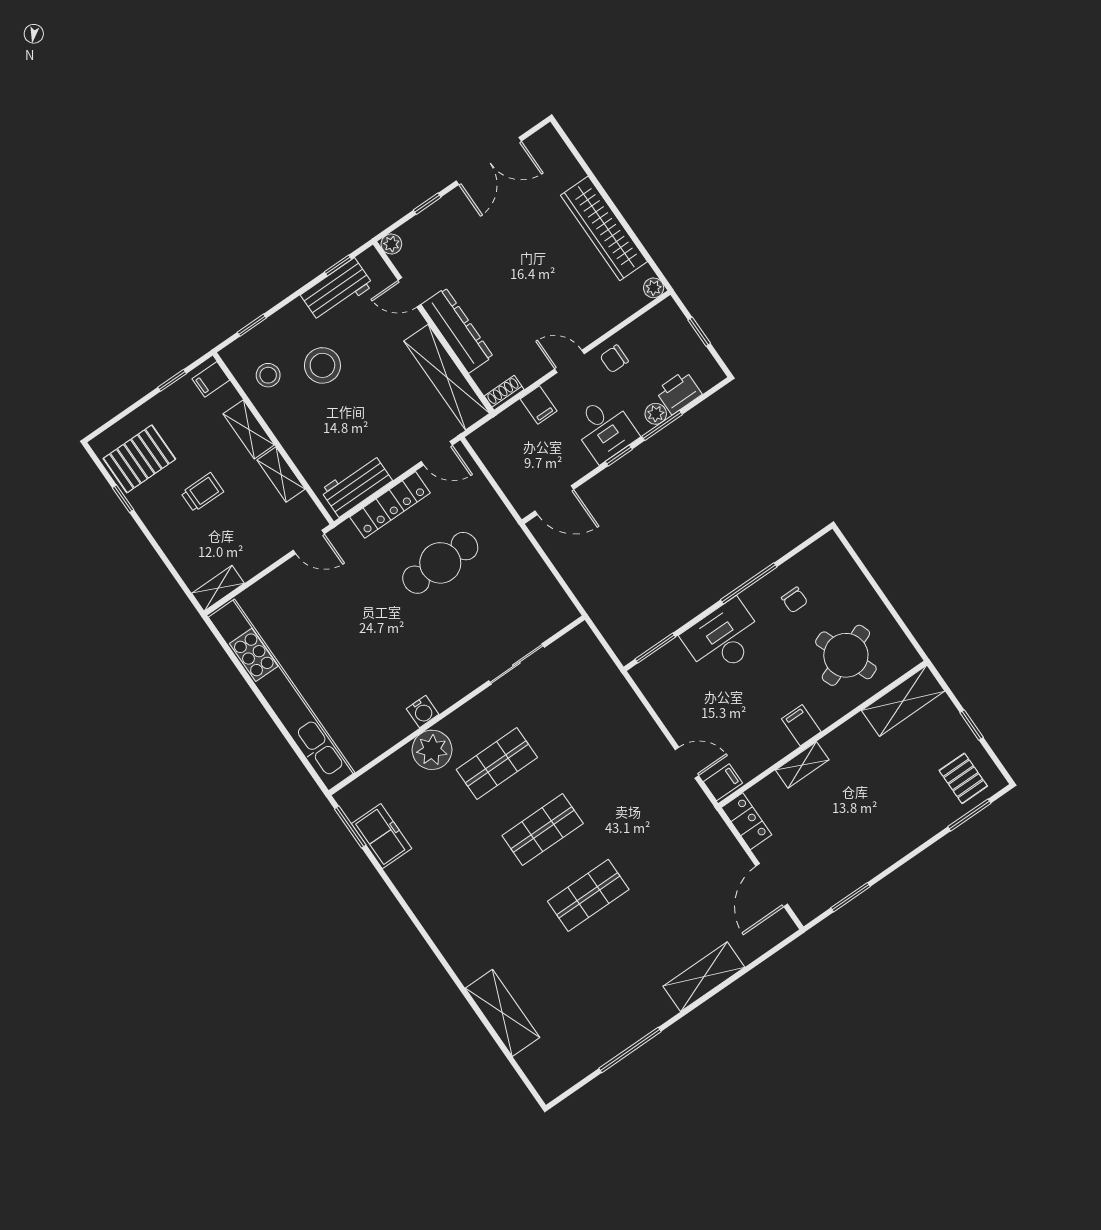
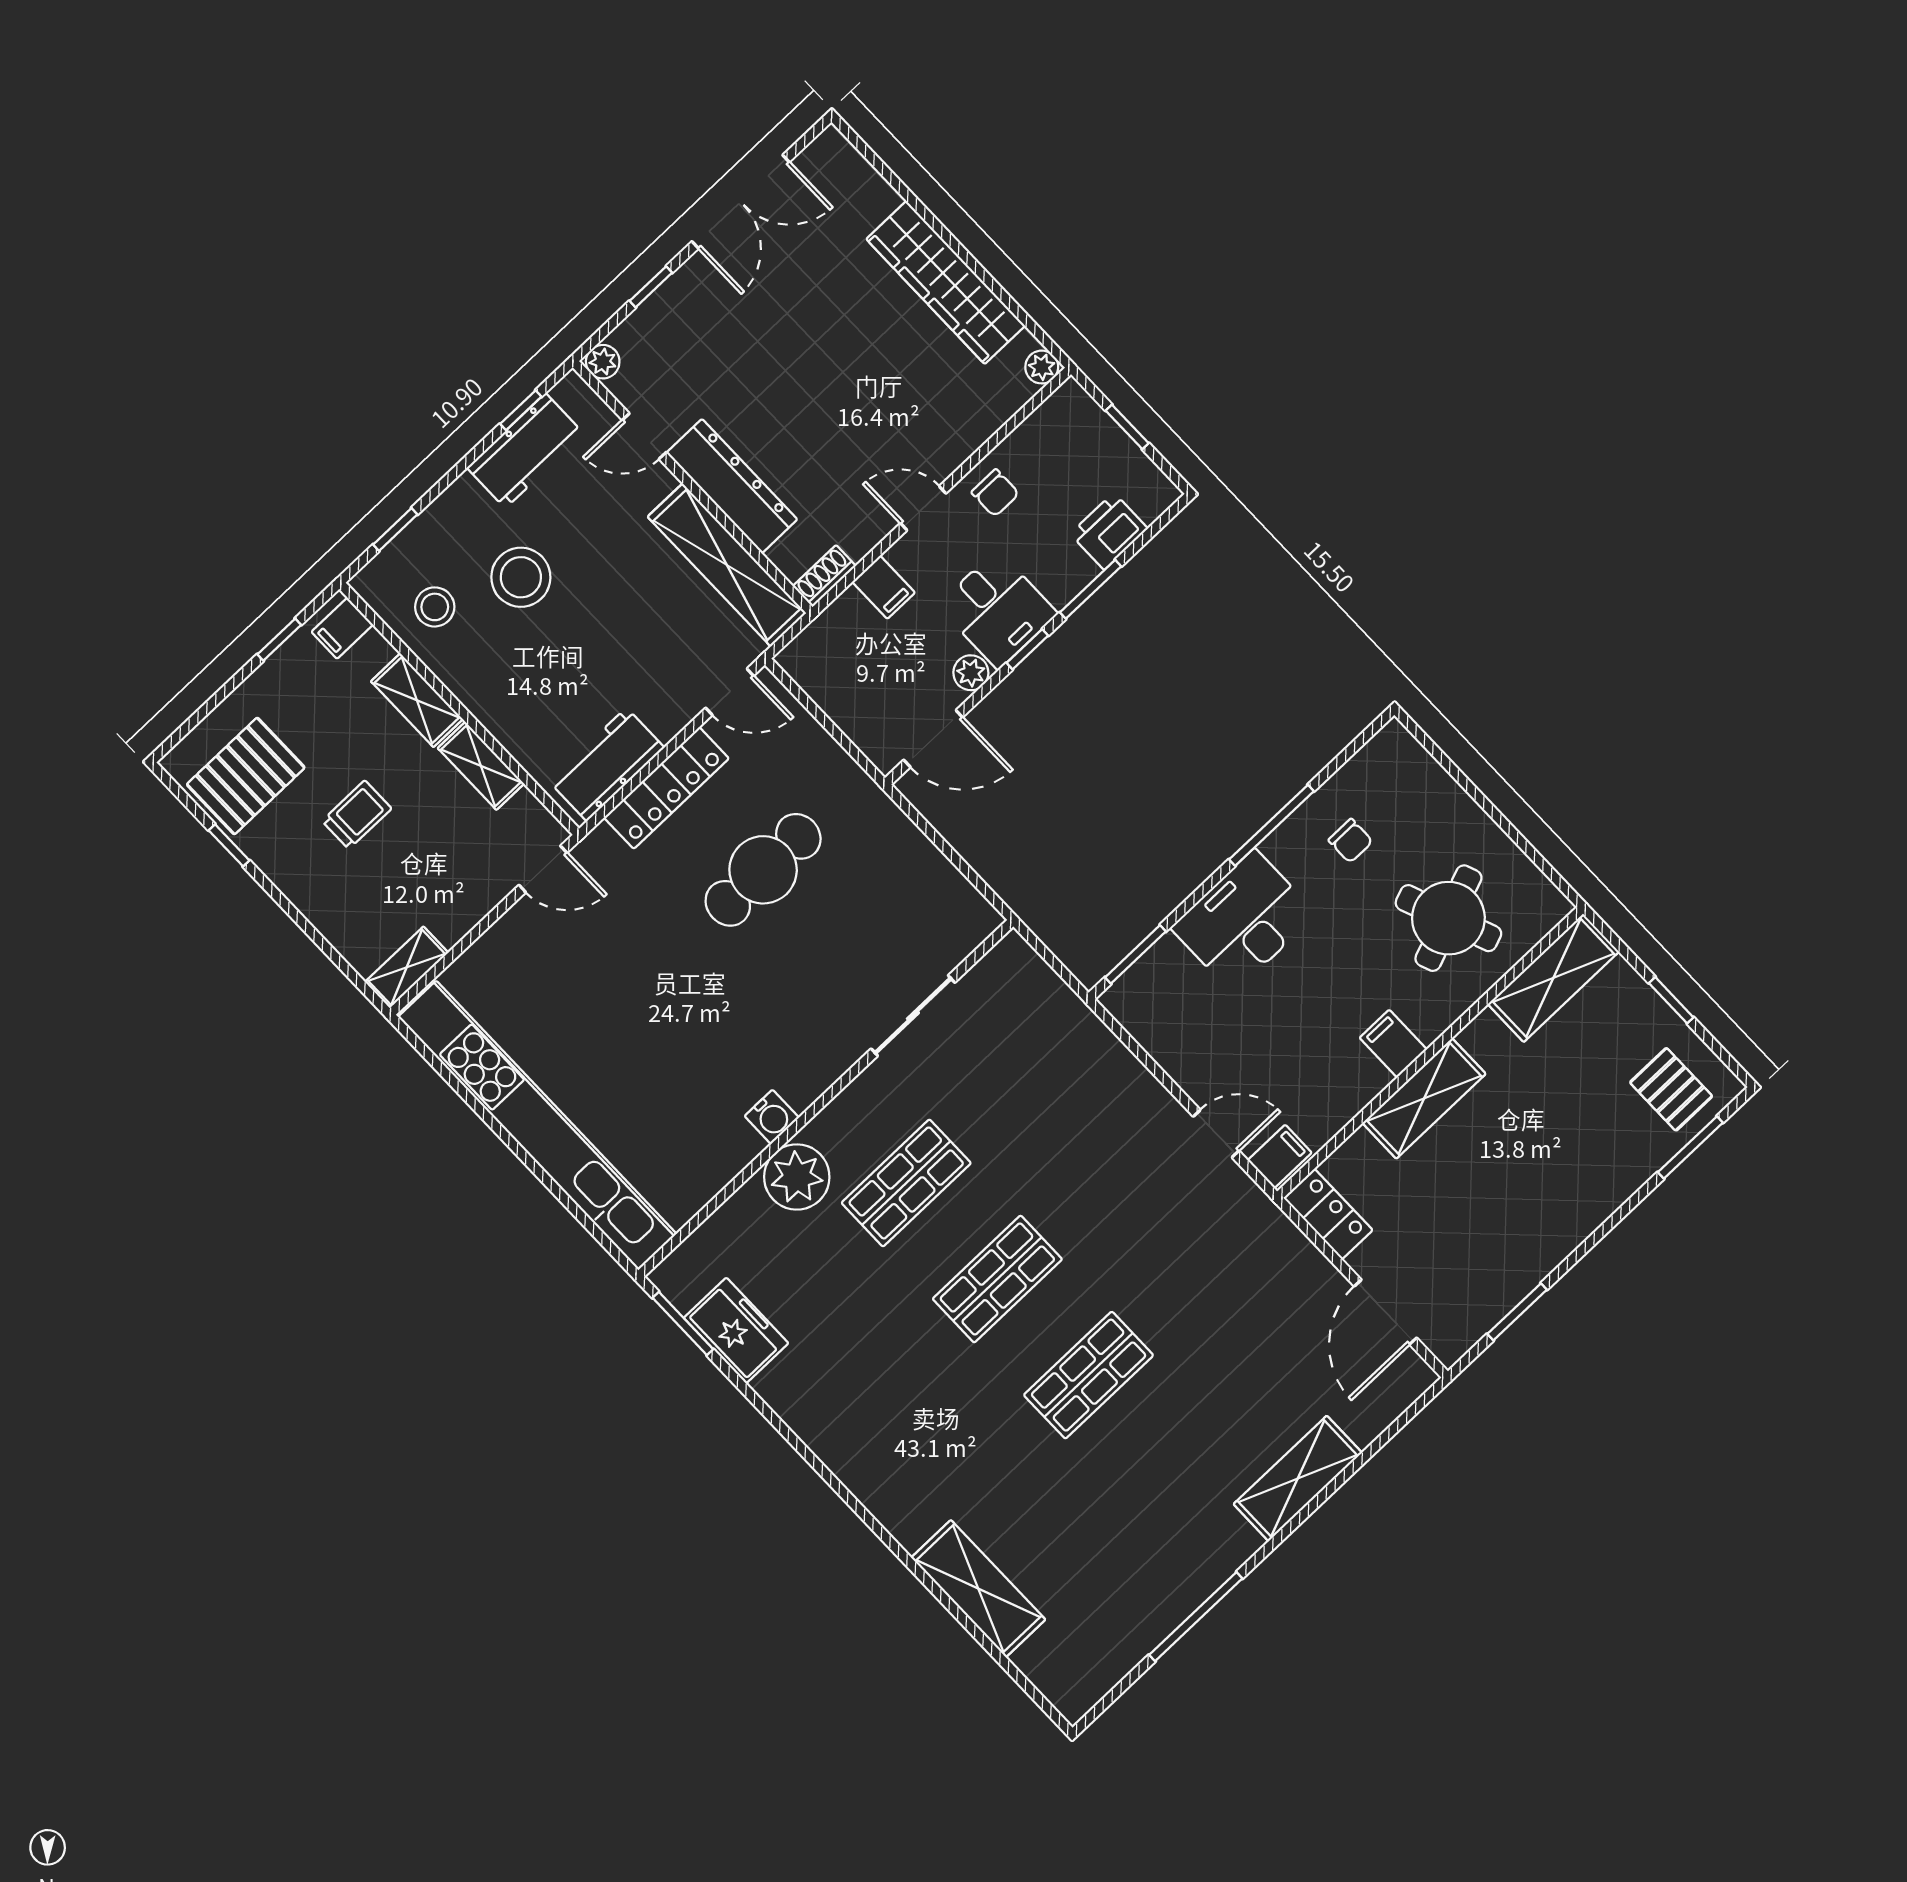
chair: (614, 359) -> (995, 493), turned -90
plant: (656, 414) -> (971, 673), moved
shelving: (802, 765) -> (1424, 1098), width x1.50, depth x1.33

